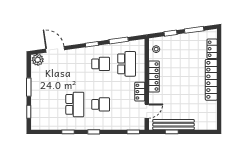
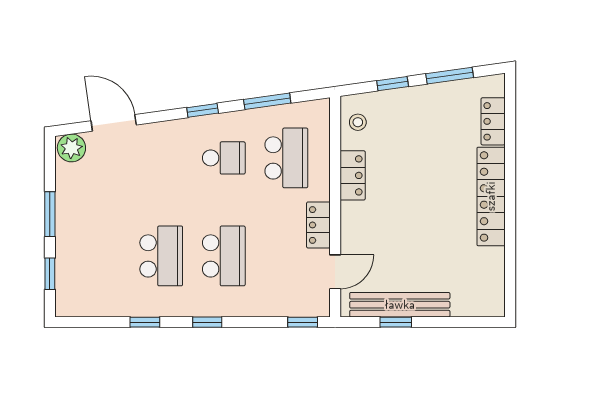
locker: (154, 77) -> (353, 175), width x0.66
school desk: (101, 104) -> (224, 256), width x1.85

